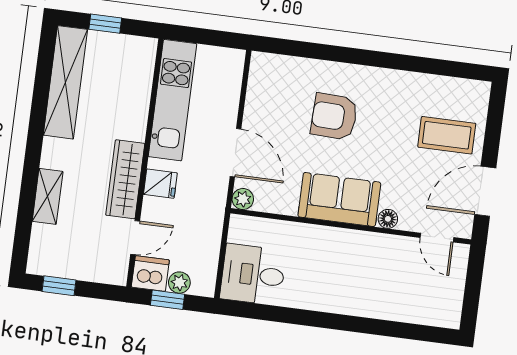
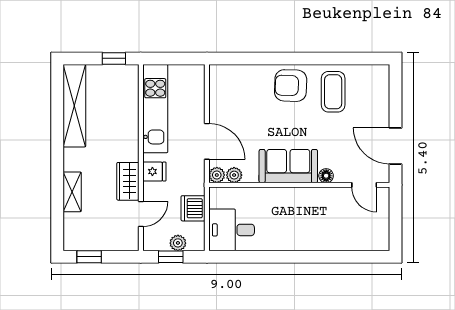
window: (105, 24) -> (114, 58), moved
armchair: (334, 117) -> (291, 86), moved
coffee table: (447, 135) -> (333, 92), moved, turned 90
wardrobe: (125, 179) -> (128, 181), width x0.67
door: (485, 191) -> (396, 146), hinge flipped
plant: (266, 202) -> (234, 175), added
dishwasher: (150, 274) -> (193, 208), moved, turned -90

